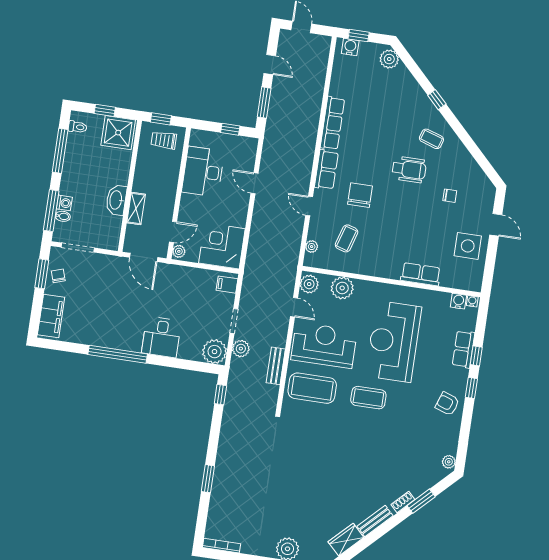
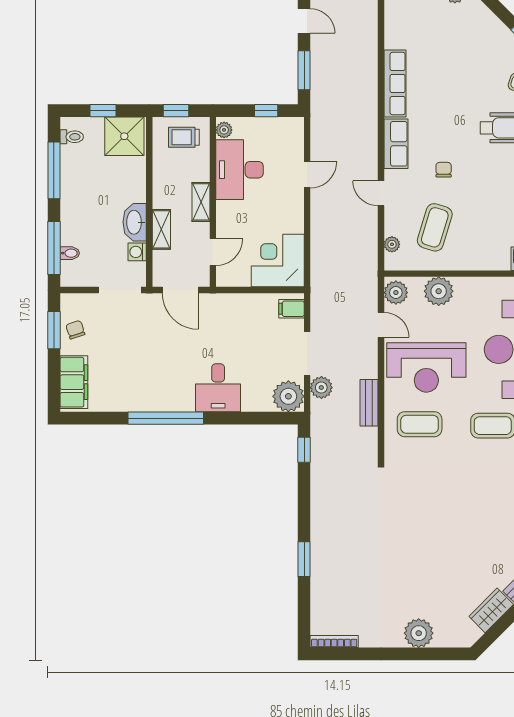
door: (254, 183) -> (307, 175), swing flipped
shelving: (170, 192) -> (201, 202), added
chair: (360, 195) -> (444, 170), width x0.54, depth x0.54
washing machine: (64, 203) -> (137, 252), moved, turned 180
coffee table: (347, 238) -> (435, 227), width x1.36, depth x1.30
doorway: (78, 248) -> (120, 290), moved
plant: (179, 251) -> (224, 130), moved
doorway: (234, 321) -> (307, 354), width x1.38
reception desk: (324, 345) -> (426, 367), turned 180
coffee table: (312, 388) -> (420, 424), width x0.73, depth x0.76

